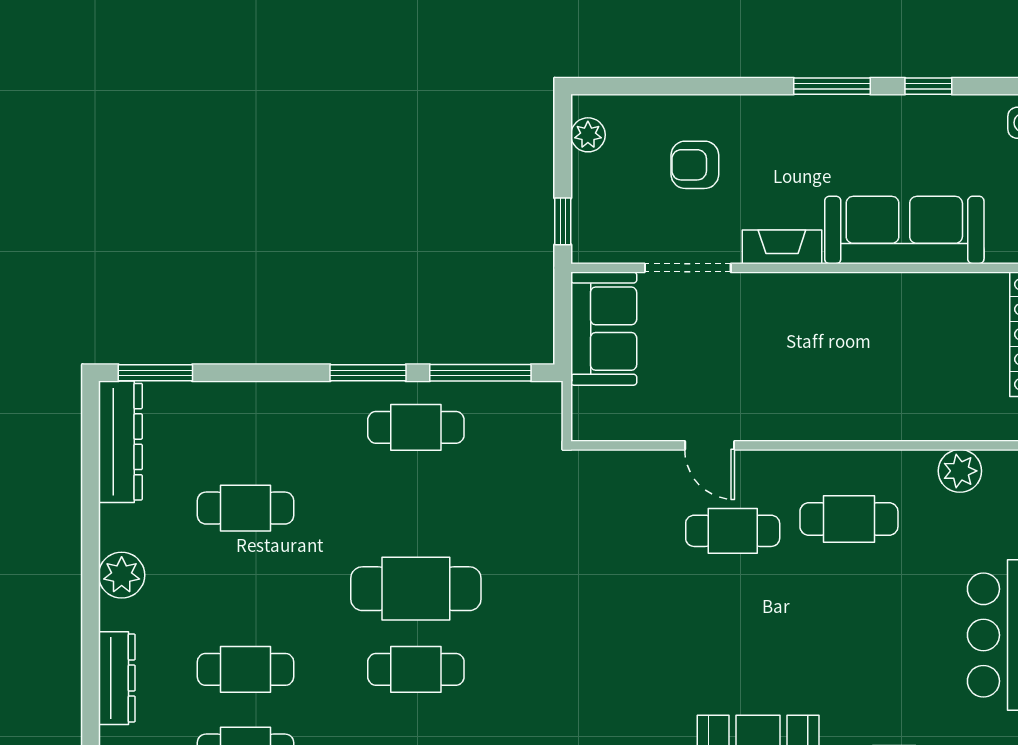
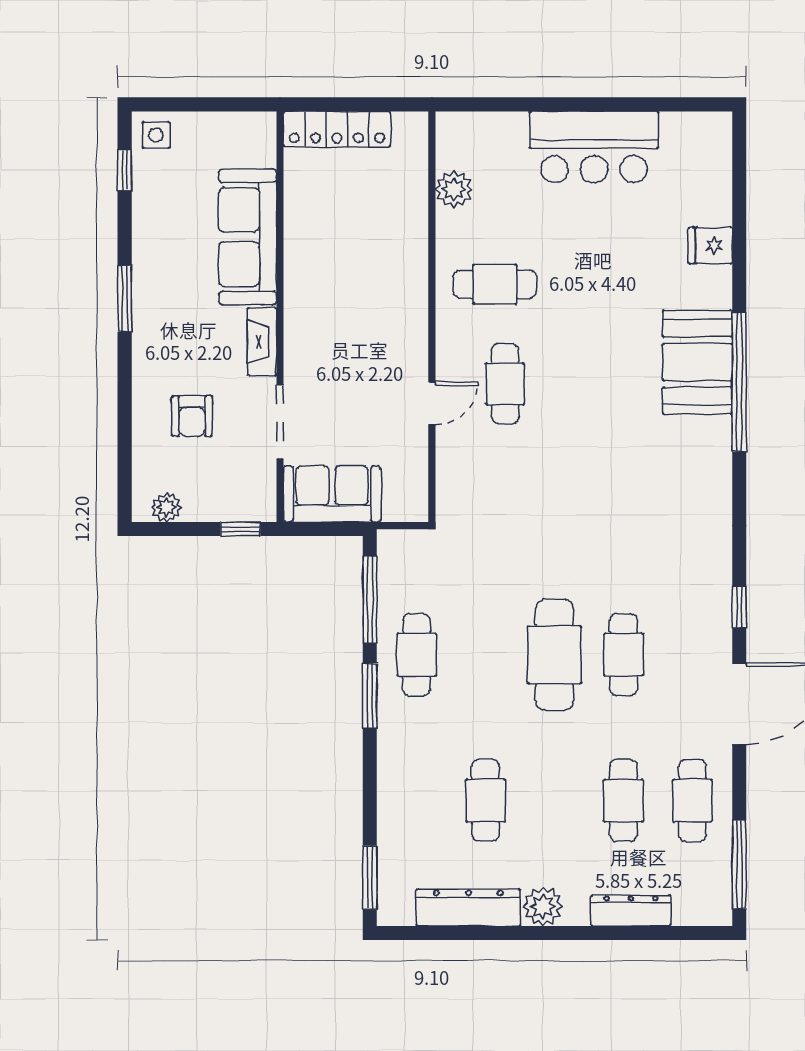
window: (928, 86) -> (125, 170), moved
dresser: (120, 442) -> (468, 908), moved
cafe table: (849, 519) -> (495, 284), turned 90

